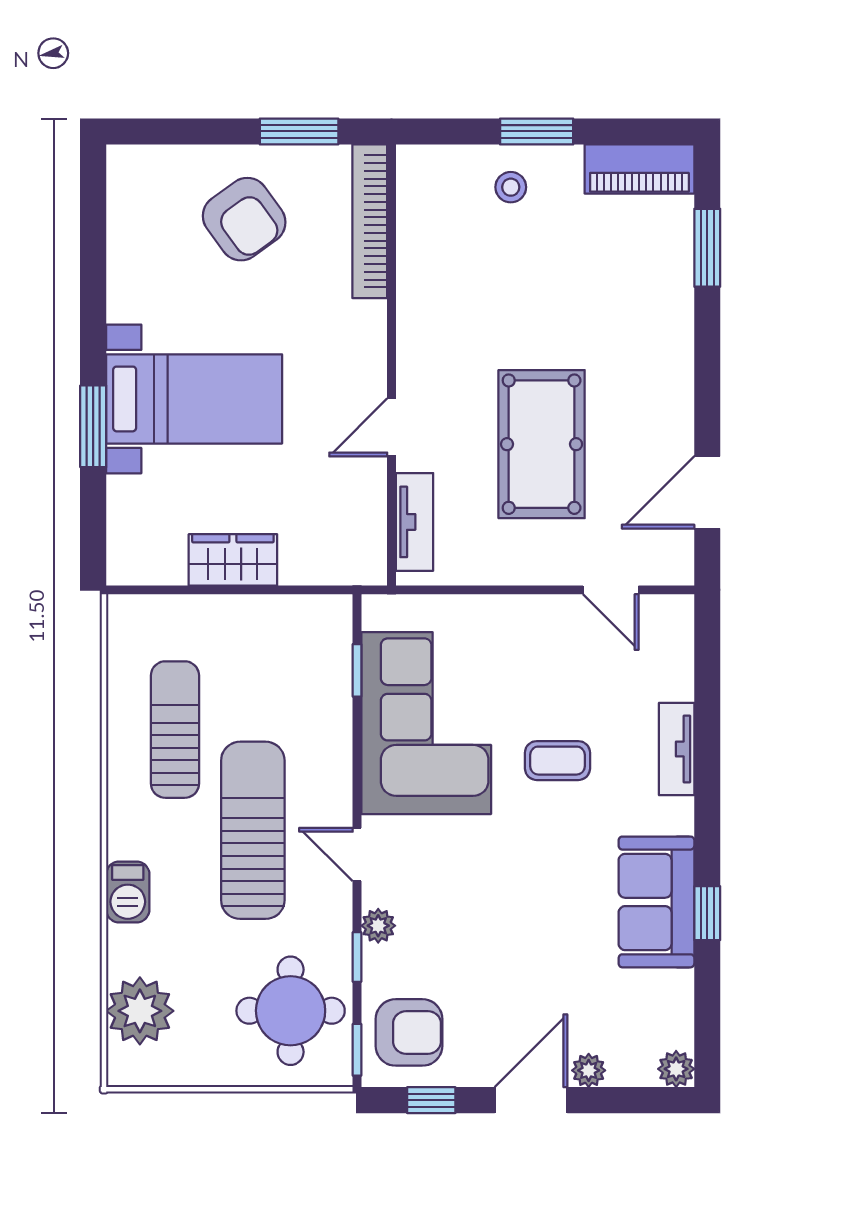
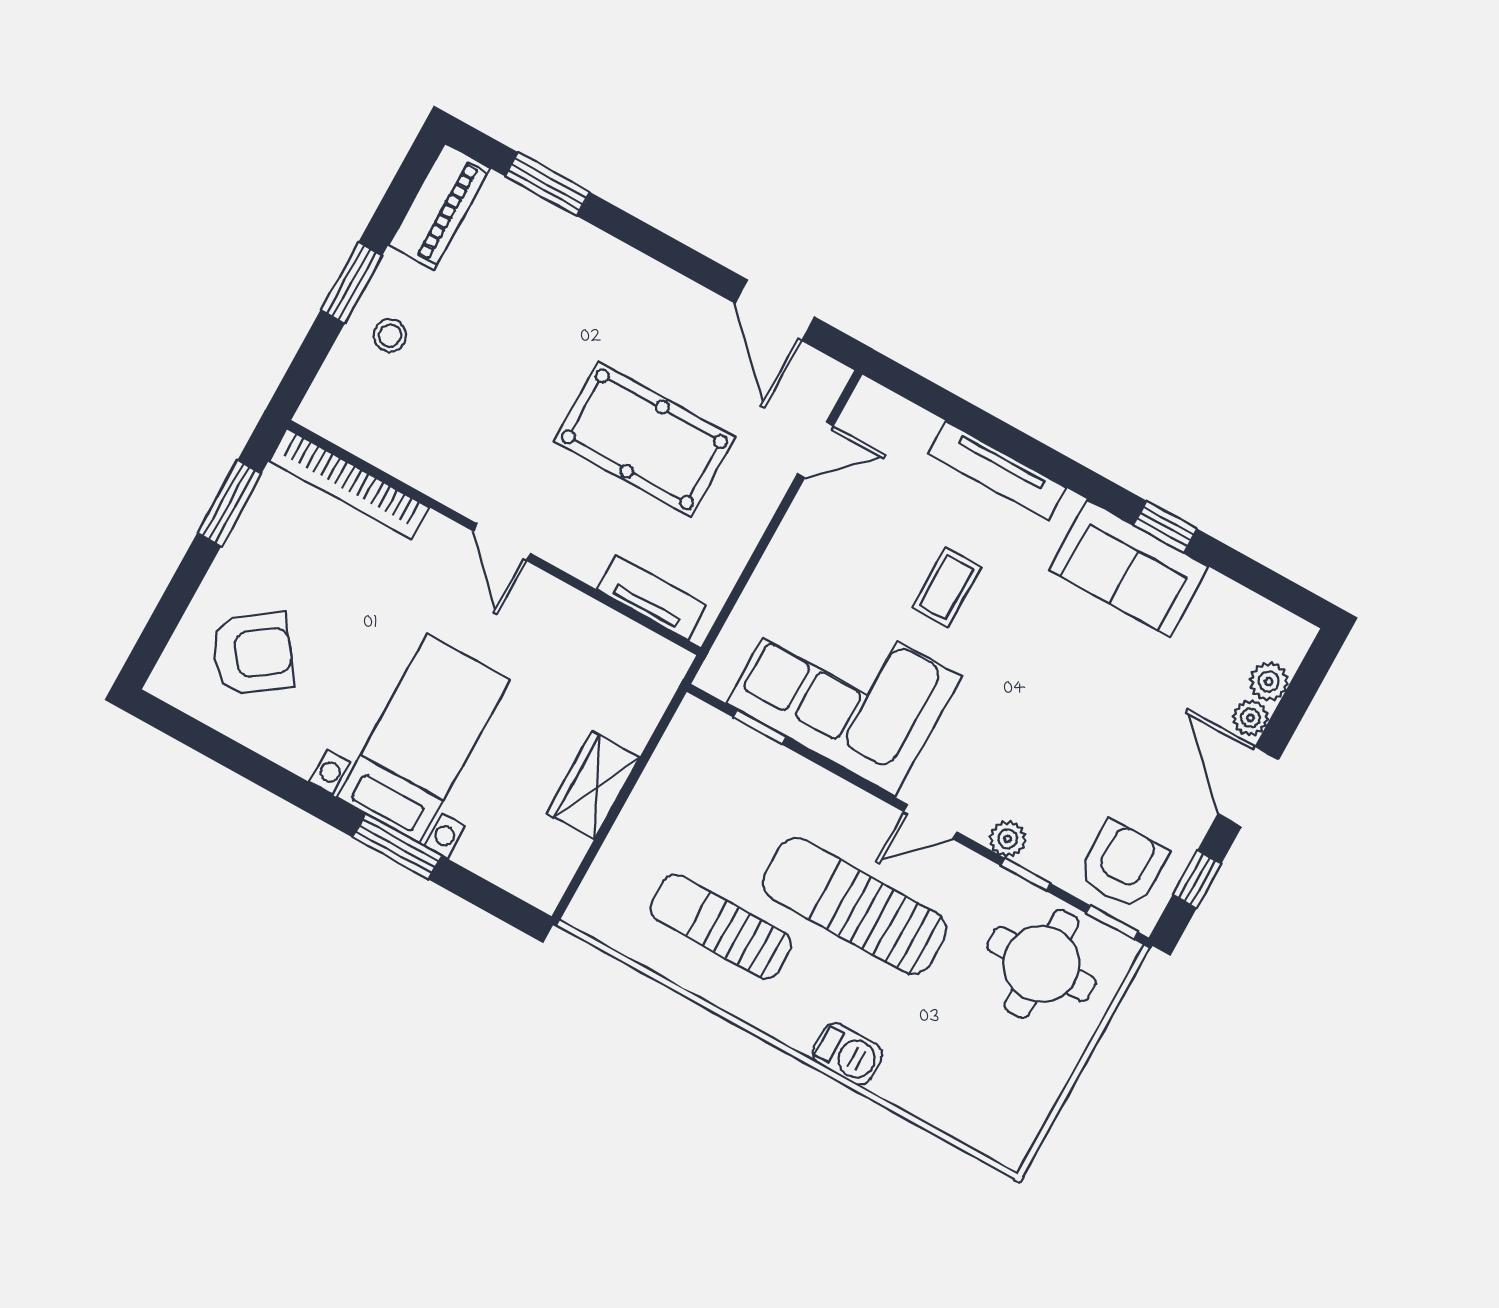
armchair: (244, 219) -> (252, 654), moved
door: (392, 427) -> (502, 542), moved
tv unit: (677, 749) -> (997, 471), width x1.41
plant: (140, 1011) -> (964, 1104), removed
plant: (676, 1069) -> (1269, 681), moved

